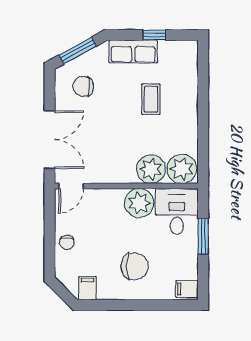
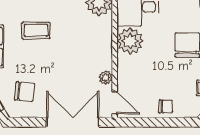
chair: (83, 86) -> (24, 92), turned -85
plant: (151, 169) -> (106, 78), moved, width x0.53, depth x0.53

